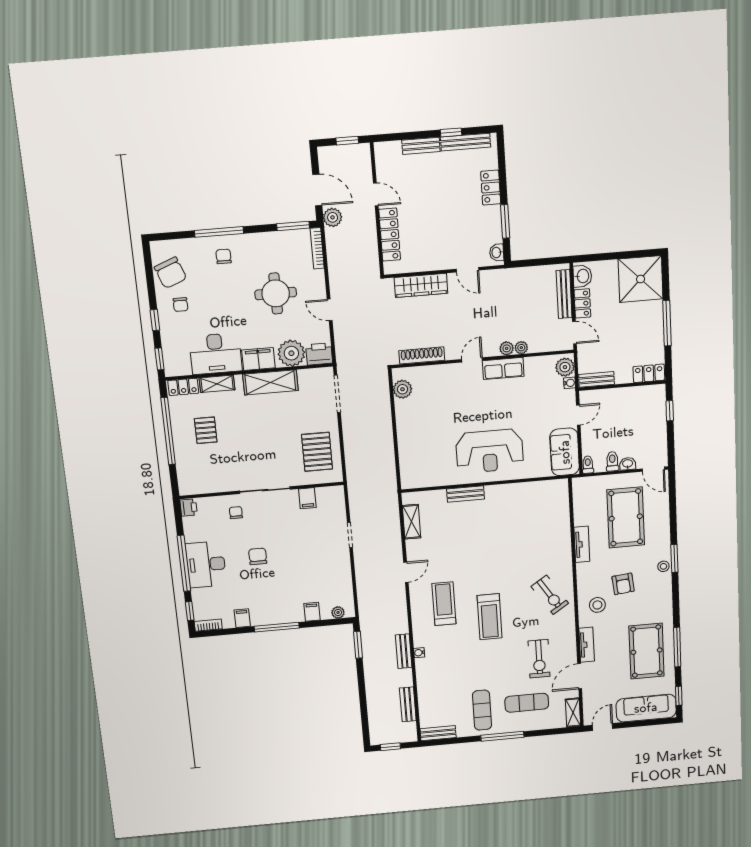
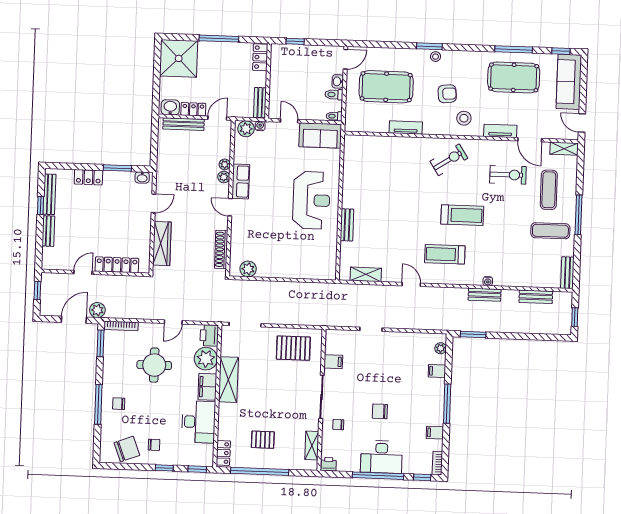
shelving: (217, 384) -> (312, 446), moved

